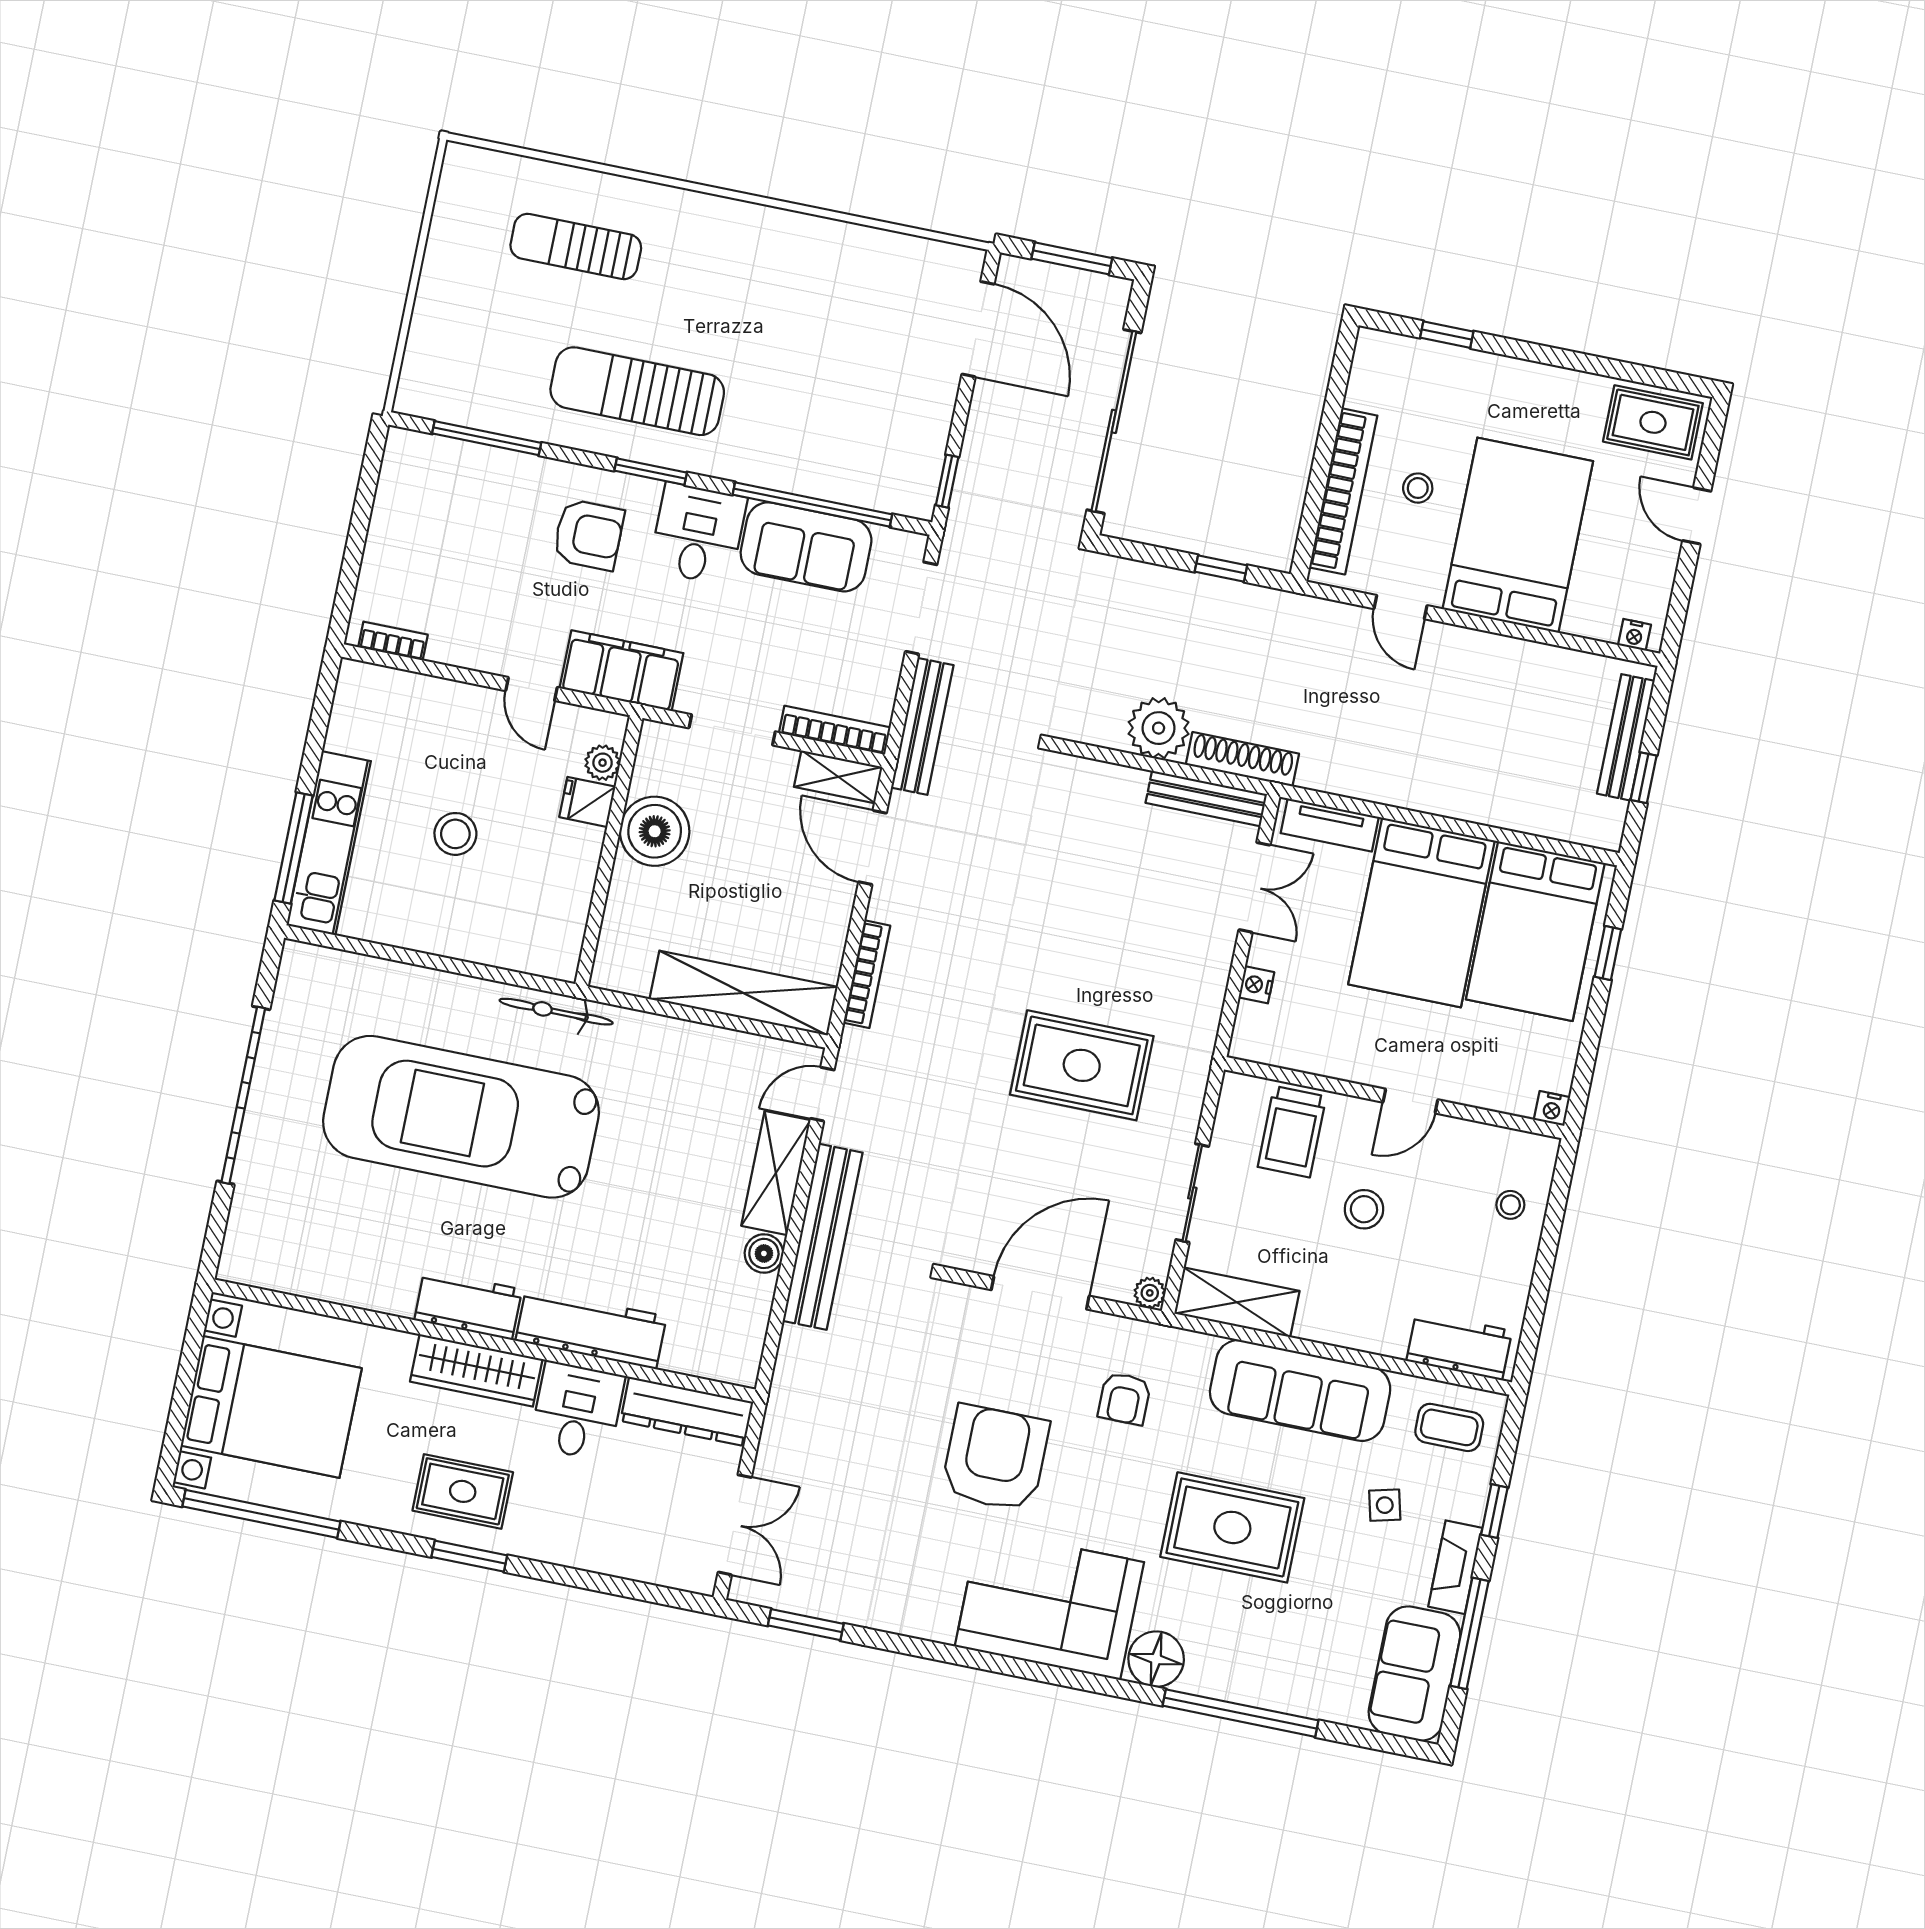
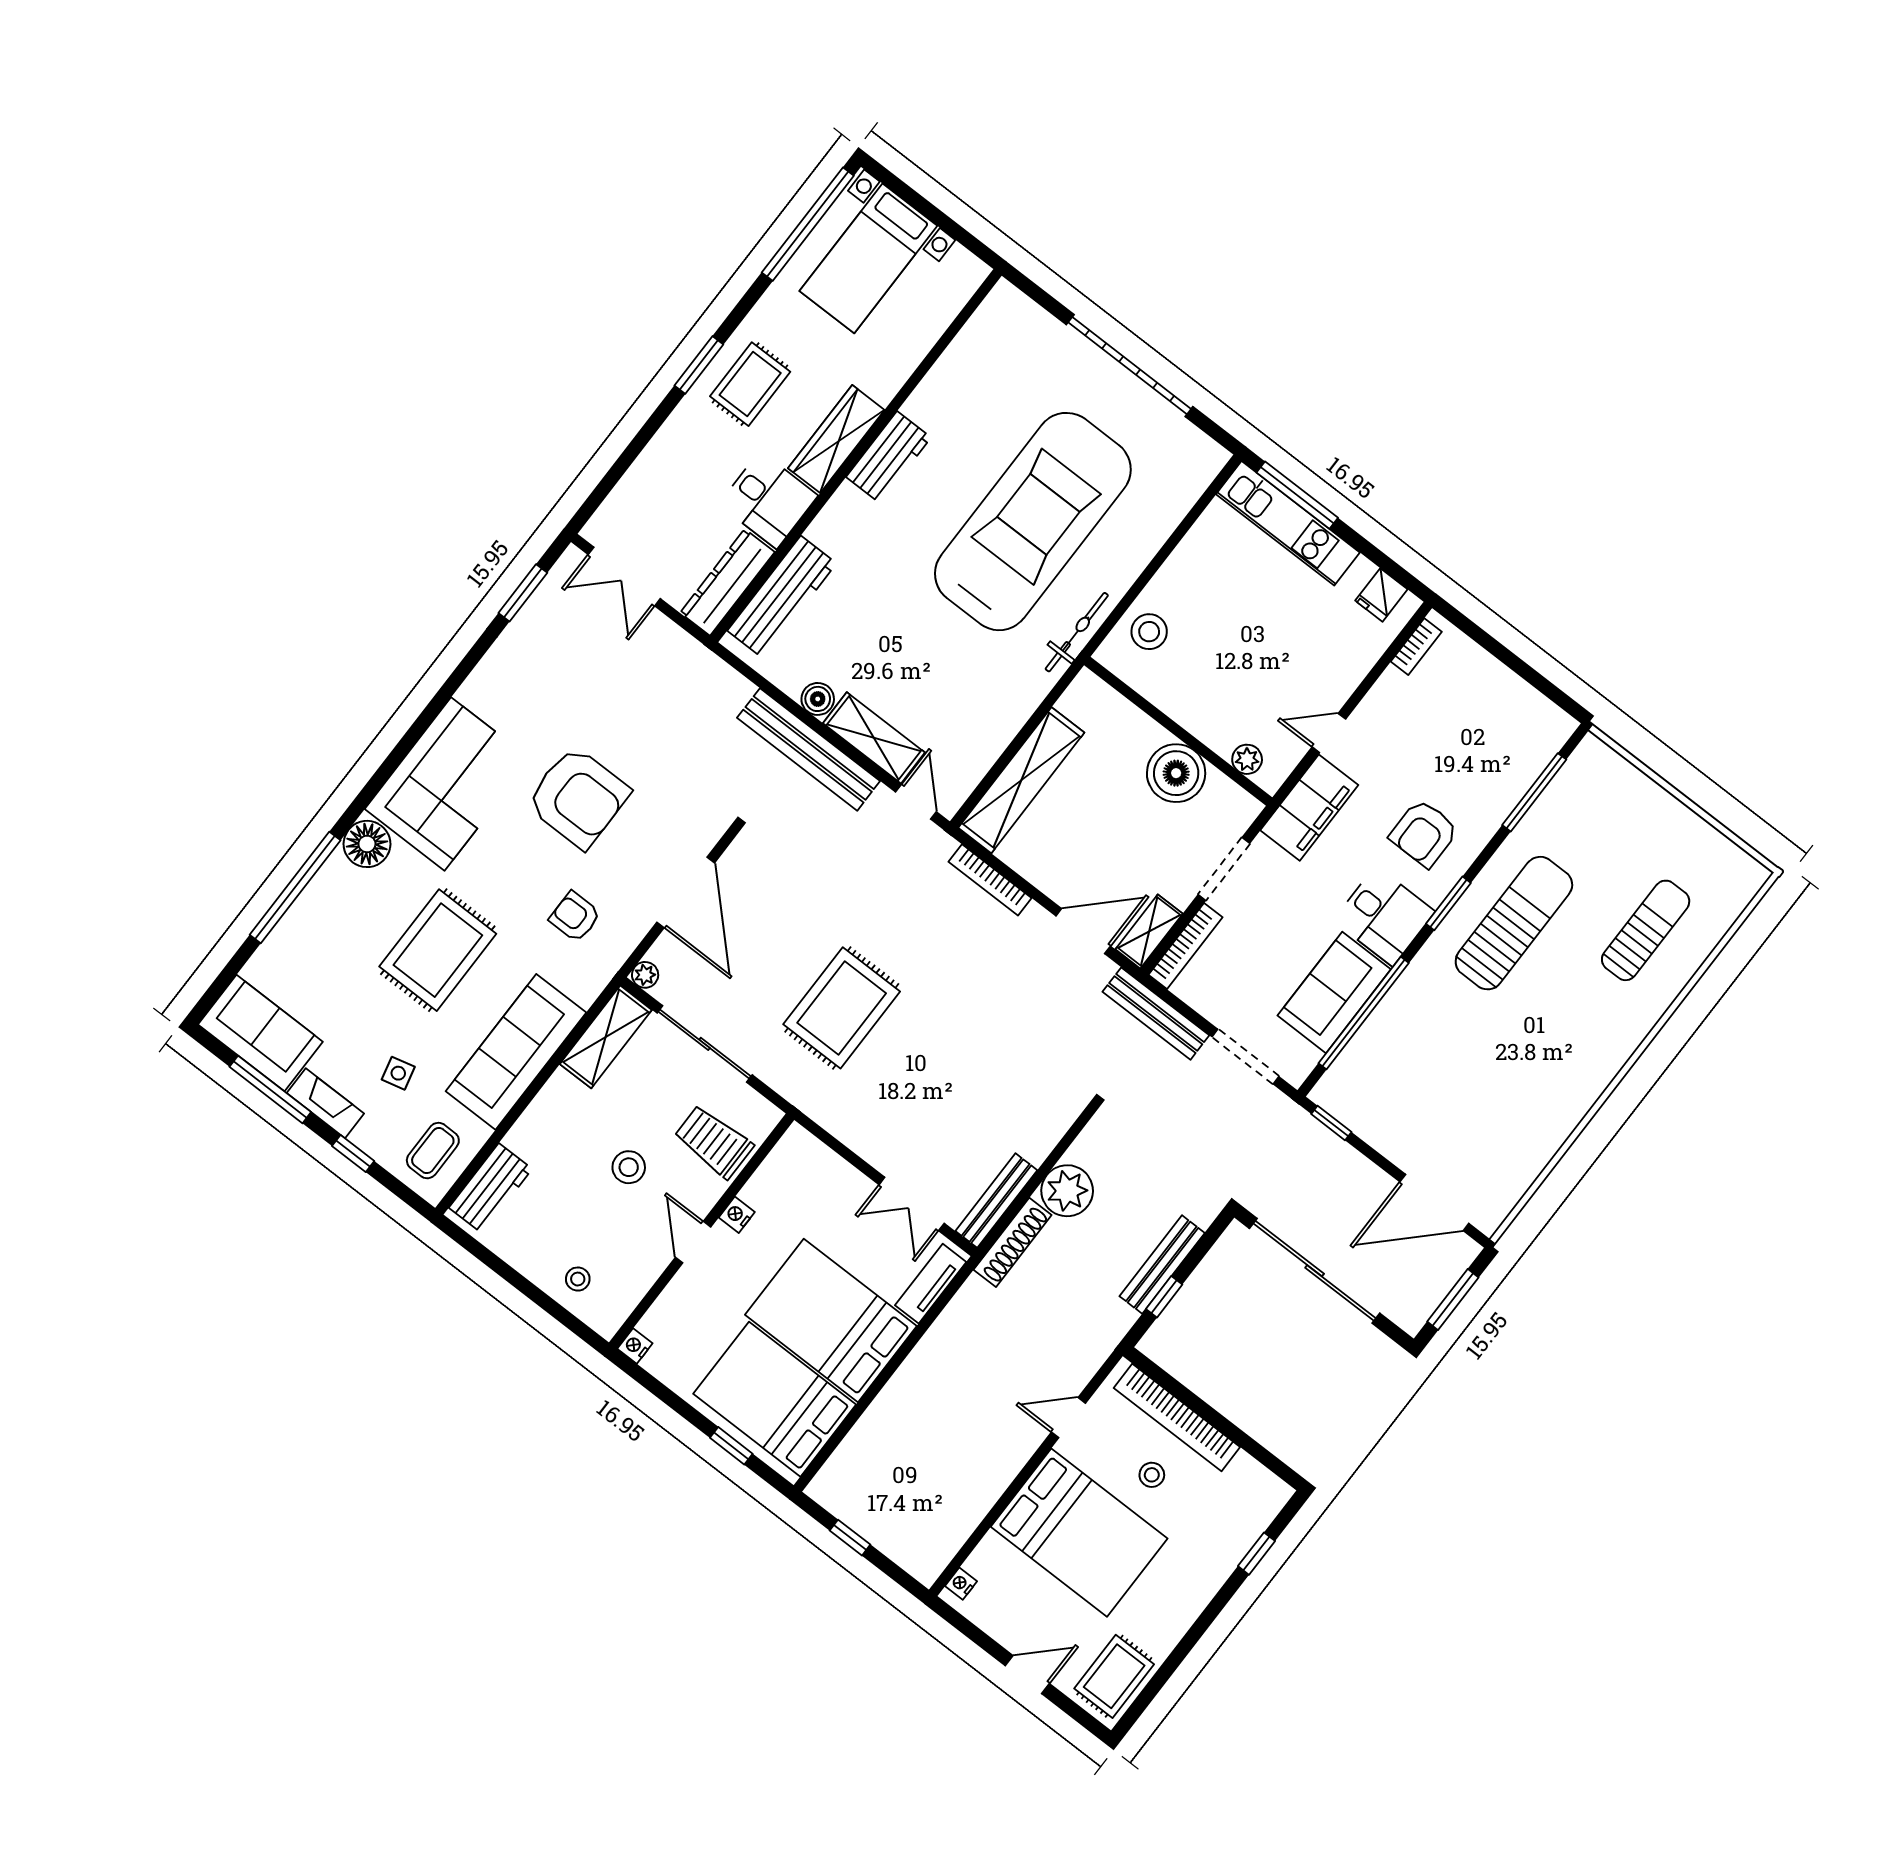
bench: (1626, 737) -> (1162, 1265), moved, turned 90
fridge: (587, 802) -> (1381, 595), moved, turned 180
stool: (455, 834) -> (1149, 632), moved
nightstand: (1256, 985) -> (737, 1215), moved, turned -90
sliding door: (1192, 1193) -> (705, 1044), width x1.37
workbench: (591, 1329) -> (782, 597), moved
bed with nightstands: (271, 1407) -> (868, 258), width x0.73

